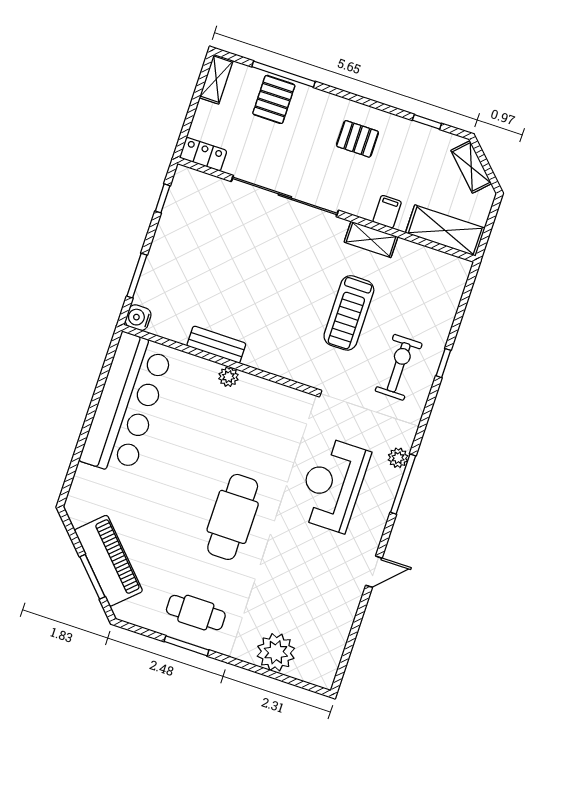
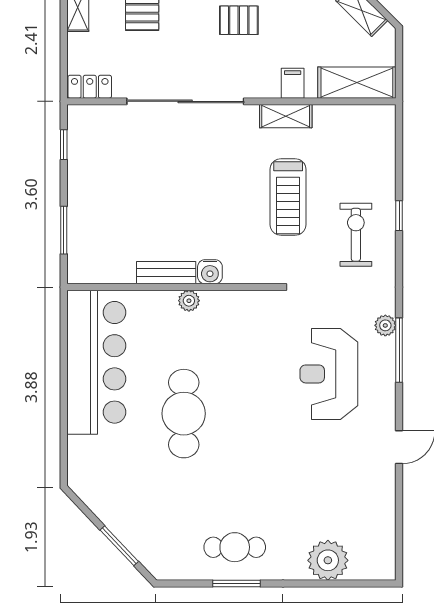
water cooler: (138, 318) -> (210, 272), moved, turned -90
cafe table: (233, 517) -> (184, 414), moved
piano: (108, 561) -> (130, 524), removed

